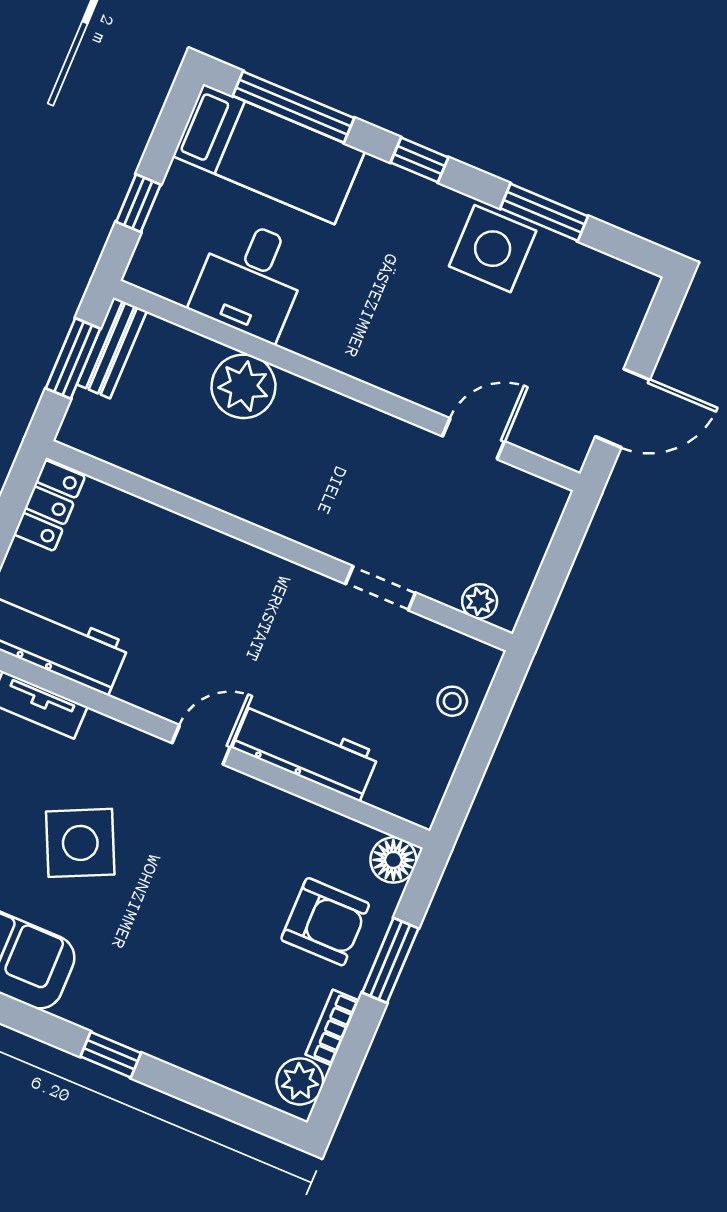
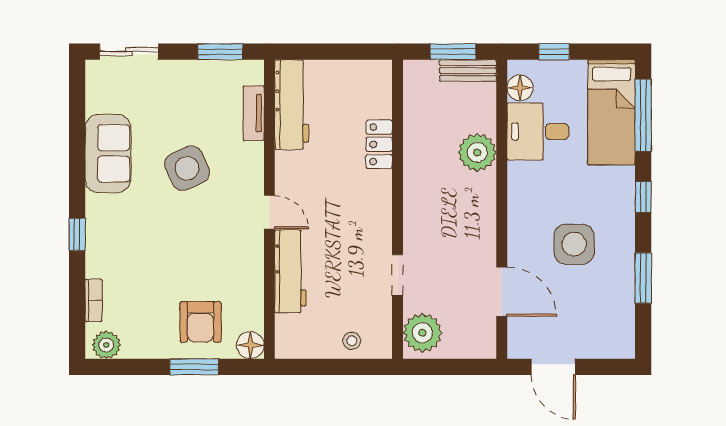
side table: (493, 249) -> (574, 244), moved
floor lamp: (172, 279) -> (520, 88), added
door: (474, 439) -> (502, 292), width x1.38
locker: (49, 505) -> (379, 144), moved, turned 90
plant: (480, 601) -> (422, 333), width x1.87, depth x1.87
bookcase: (332, 1028) -> (94, 300), moved, turned 90

